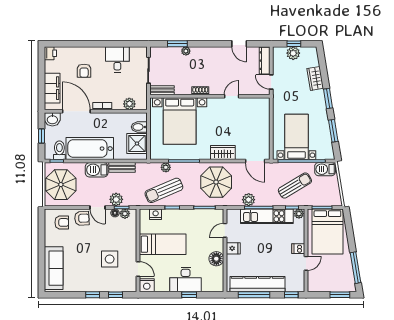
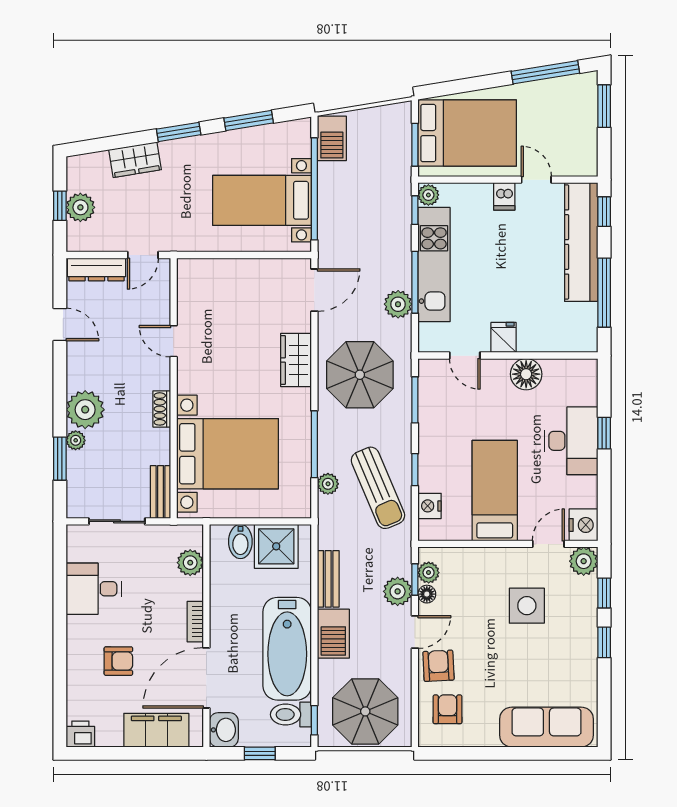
door: (239, 44) -> (60, 325), hinge flipped
plant: (200, 55) -> (85, 410), added
sun lounger: (295, 186) -> (367, 204), removed
kitchen counter: (258, 284) -> (581, 242), moved
plant: (130, 285) -> (584, 561), added

